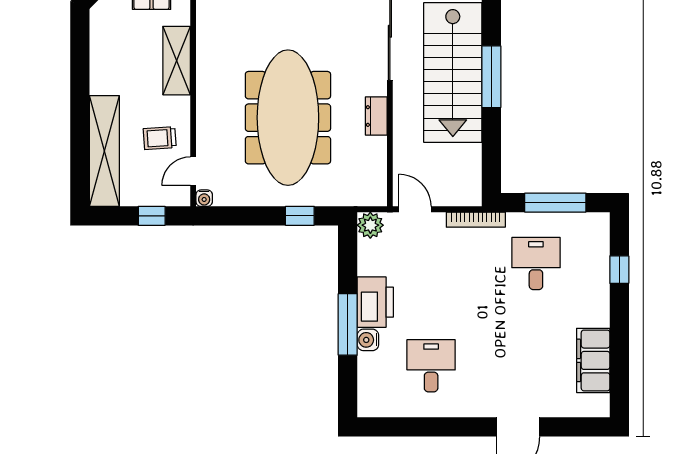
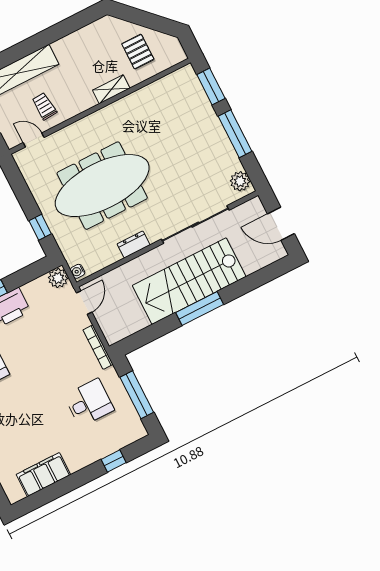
shelving: (177, 61) -> (111, 89), width x0.67, depth x0.75
water cooler: (204, 198) -> (78, 271), moved

